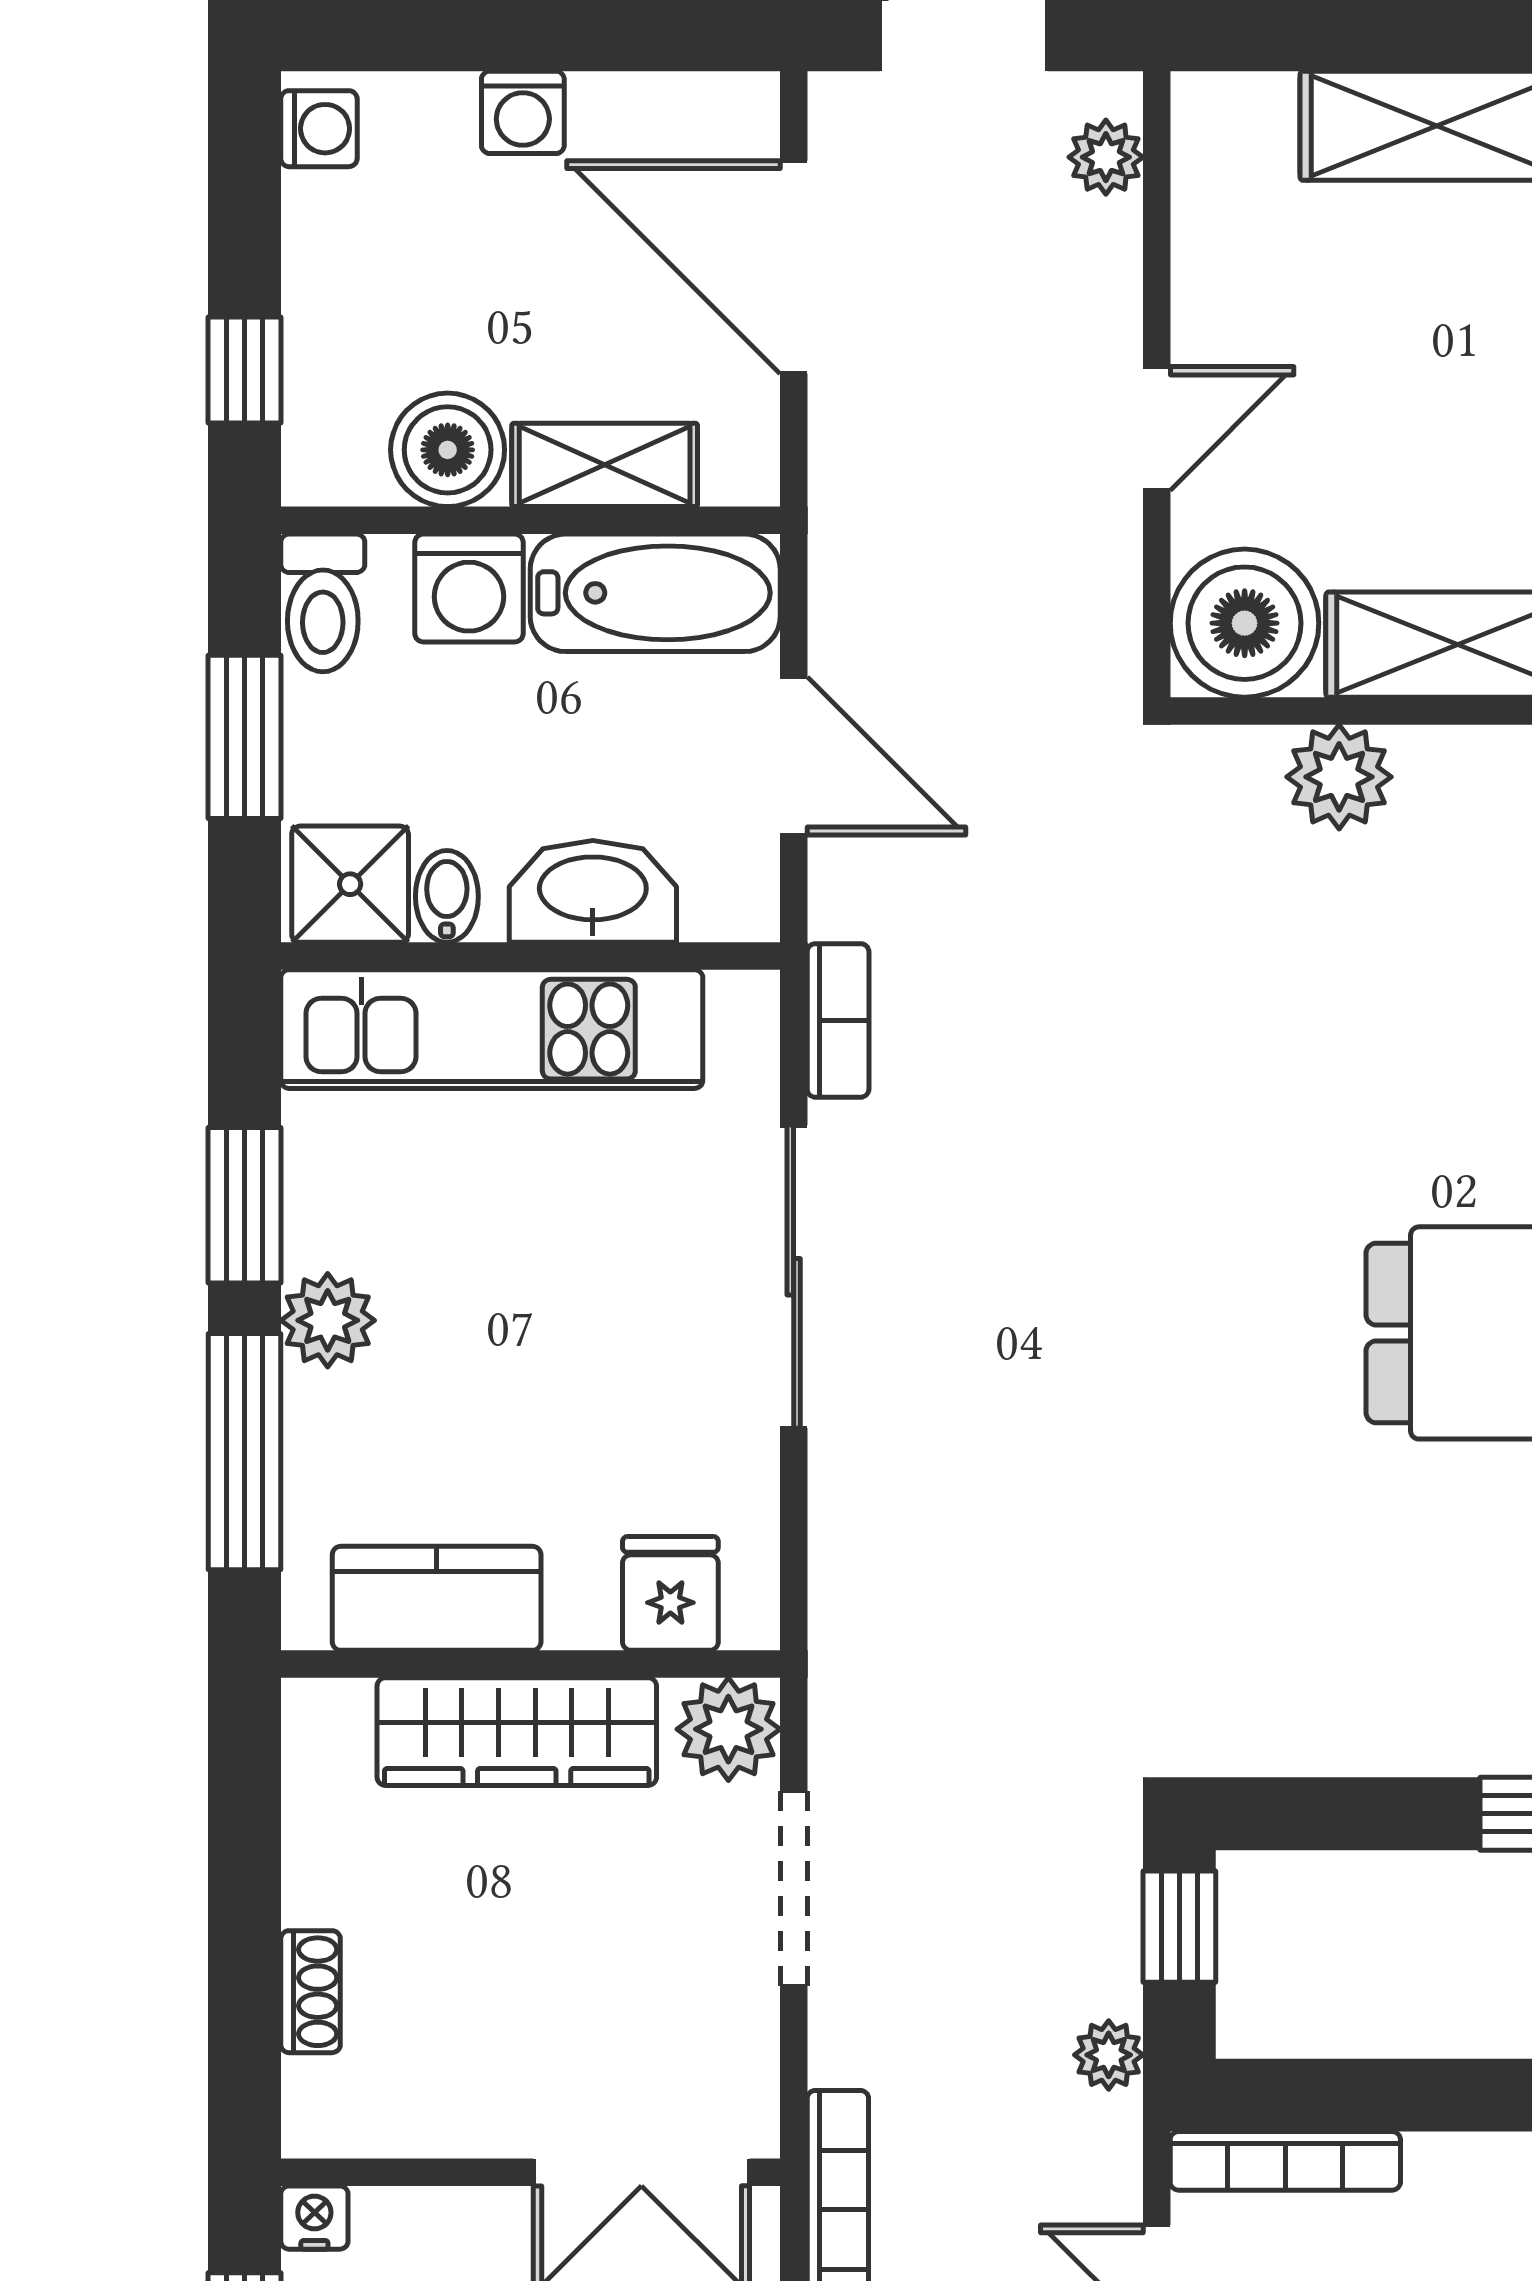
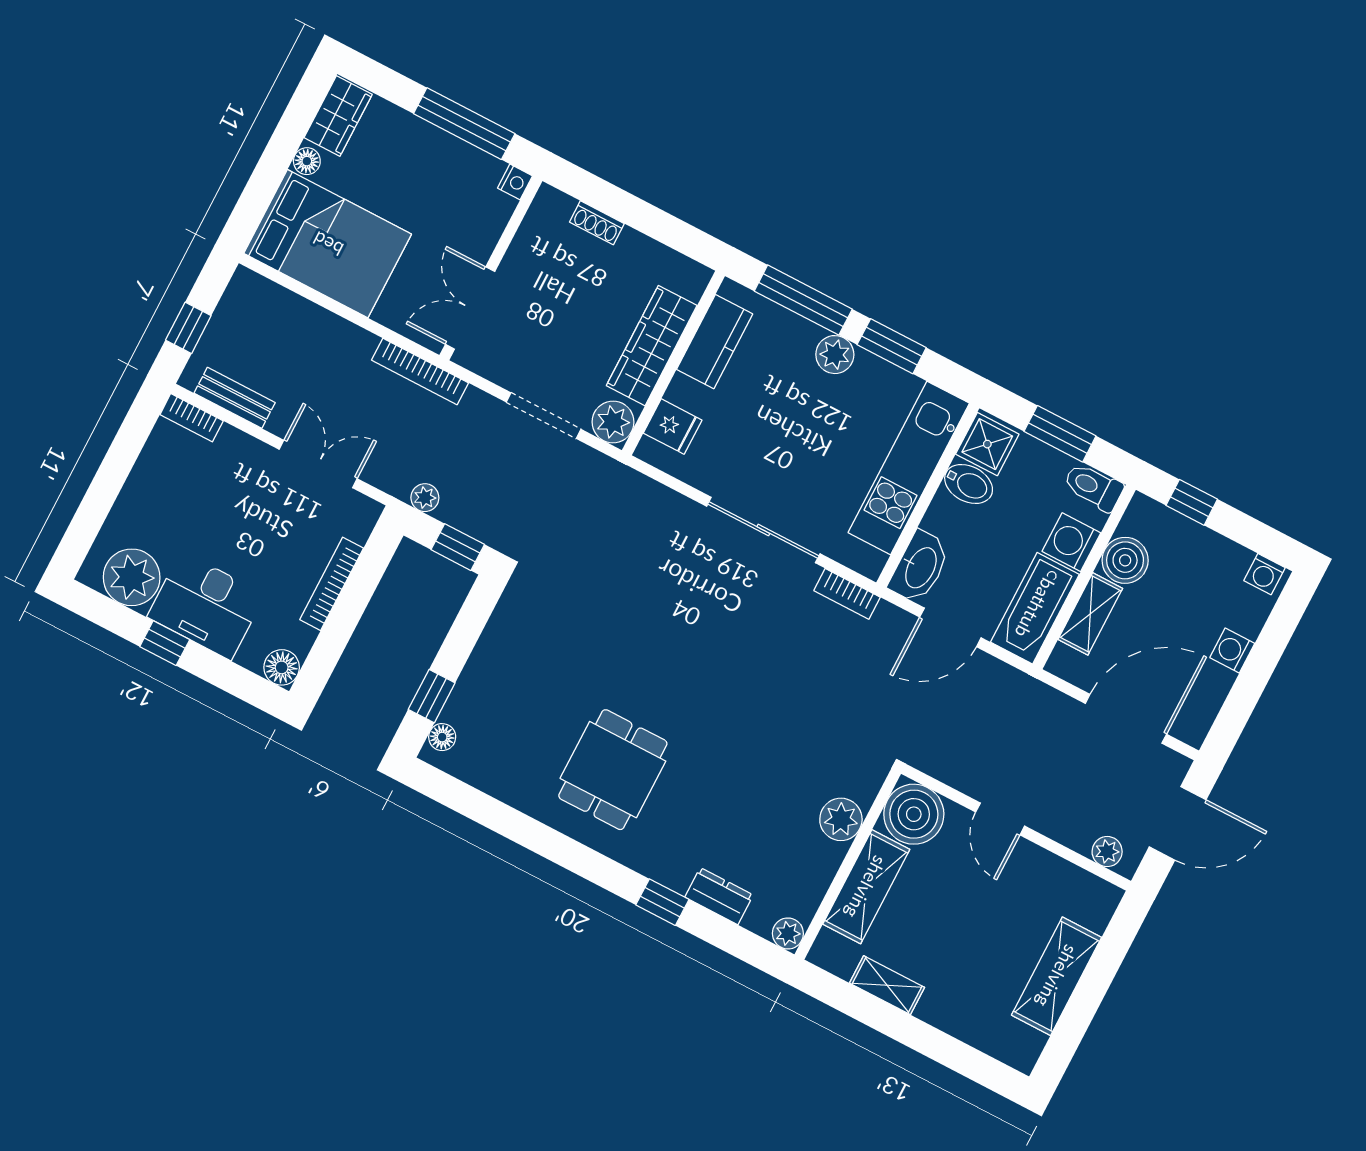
washbasin: (593, 891) -> (920, 567), moved
bidet: (447, 896) -> (969, 484), width x1.38, depth x1.36
bookcase: (1285, 2161) -> (332, 584), moved

